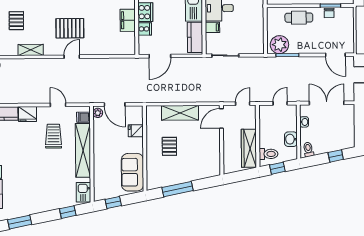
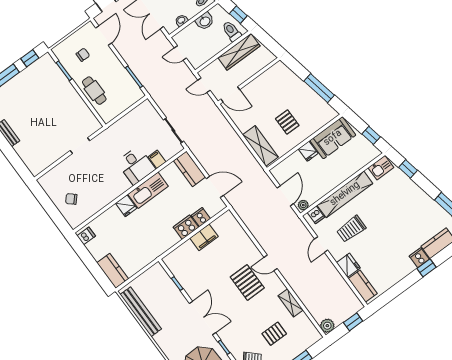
chair: (329, 13) -> (83, 55), moved
kitchen counter: (195, 37) -> (190, 169), moved, turned 90
plant: (279, 45) -> (130, 90), removed
shelving: (180, 113) -> (260, 146), moved
fridge: (136, 131) -> (308, 151), moved
pallet: (169, 146) -> (287, 122), turned 90

